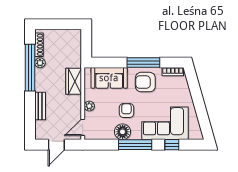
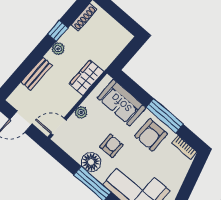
plant: (40, 63) -> (58, 49), moved
window: (30, 68) -> (58, 31), width x0.32
armchair: (145, 82) -> (151, 135), turned -90

